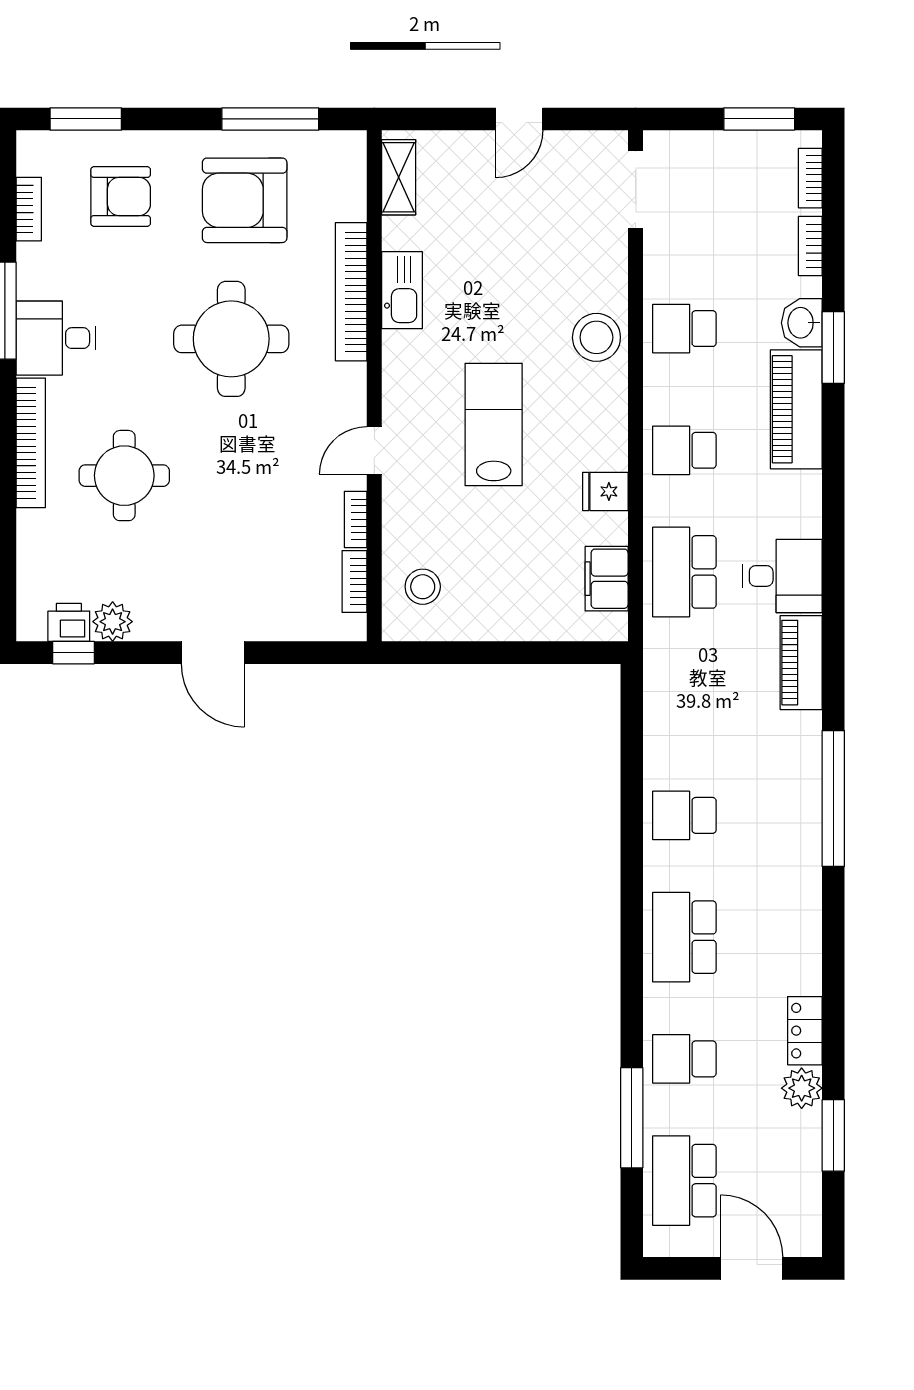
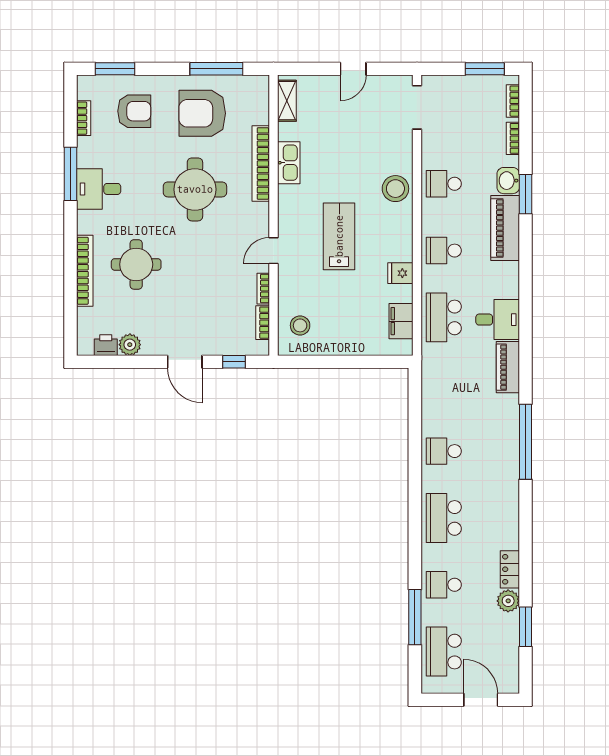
bookcase: (31, 443) -> (85, 271), moved
window: (73, 653) -> (234, 362), moved

